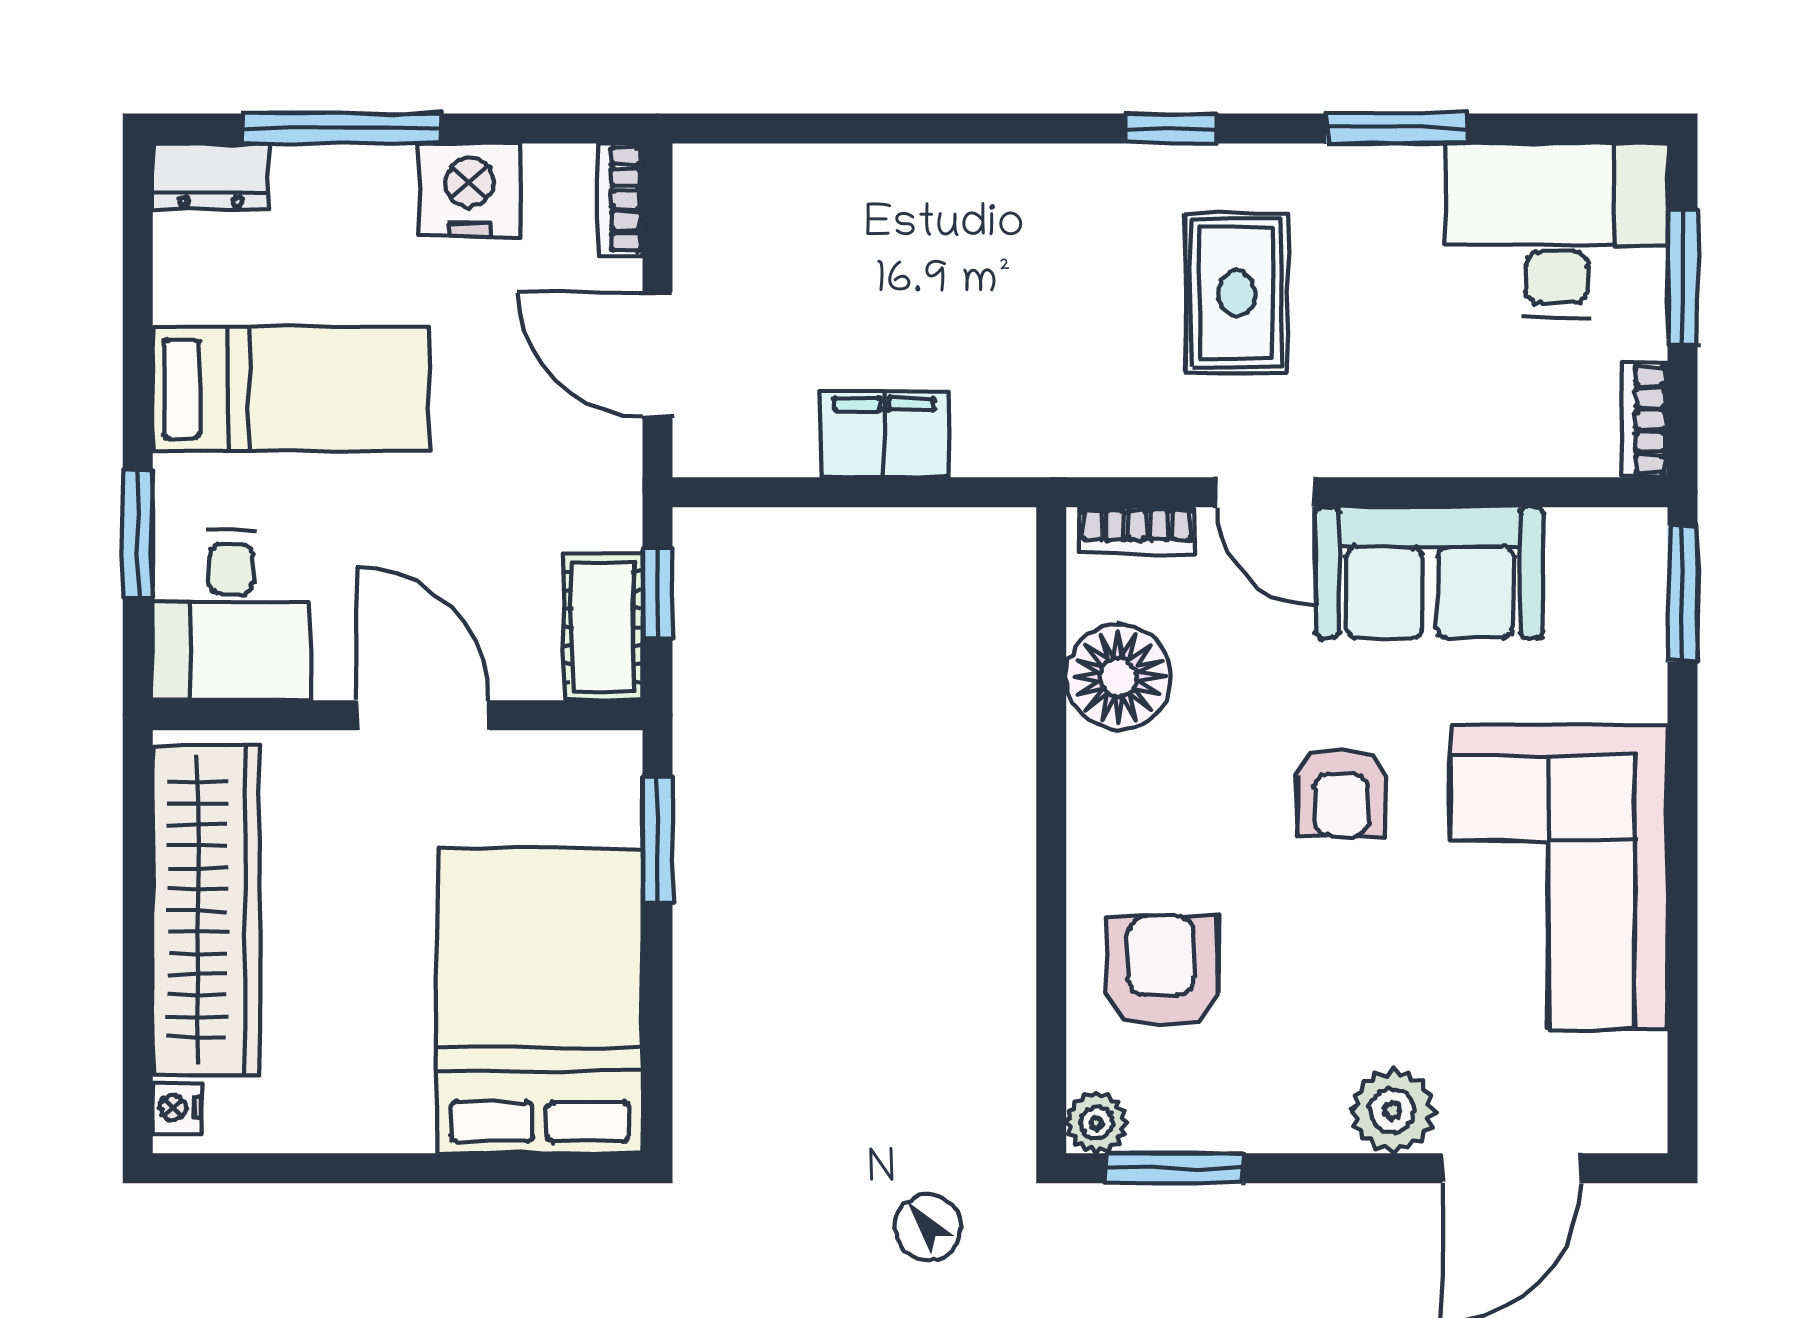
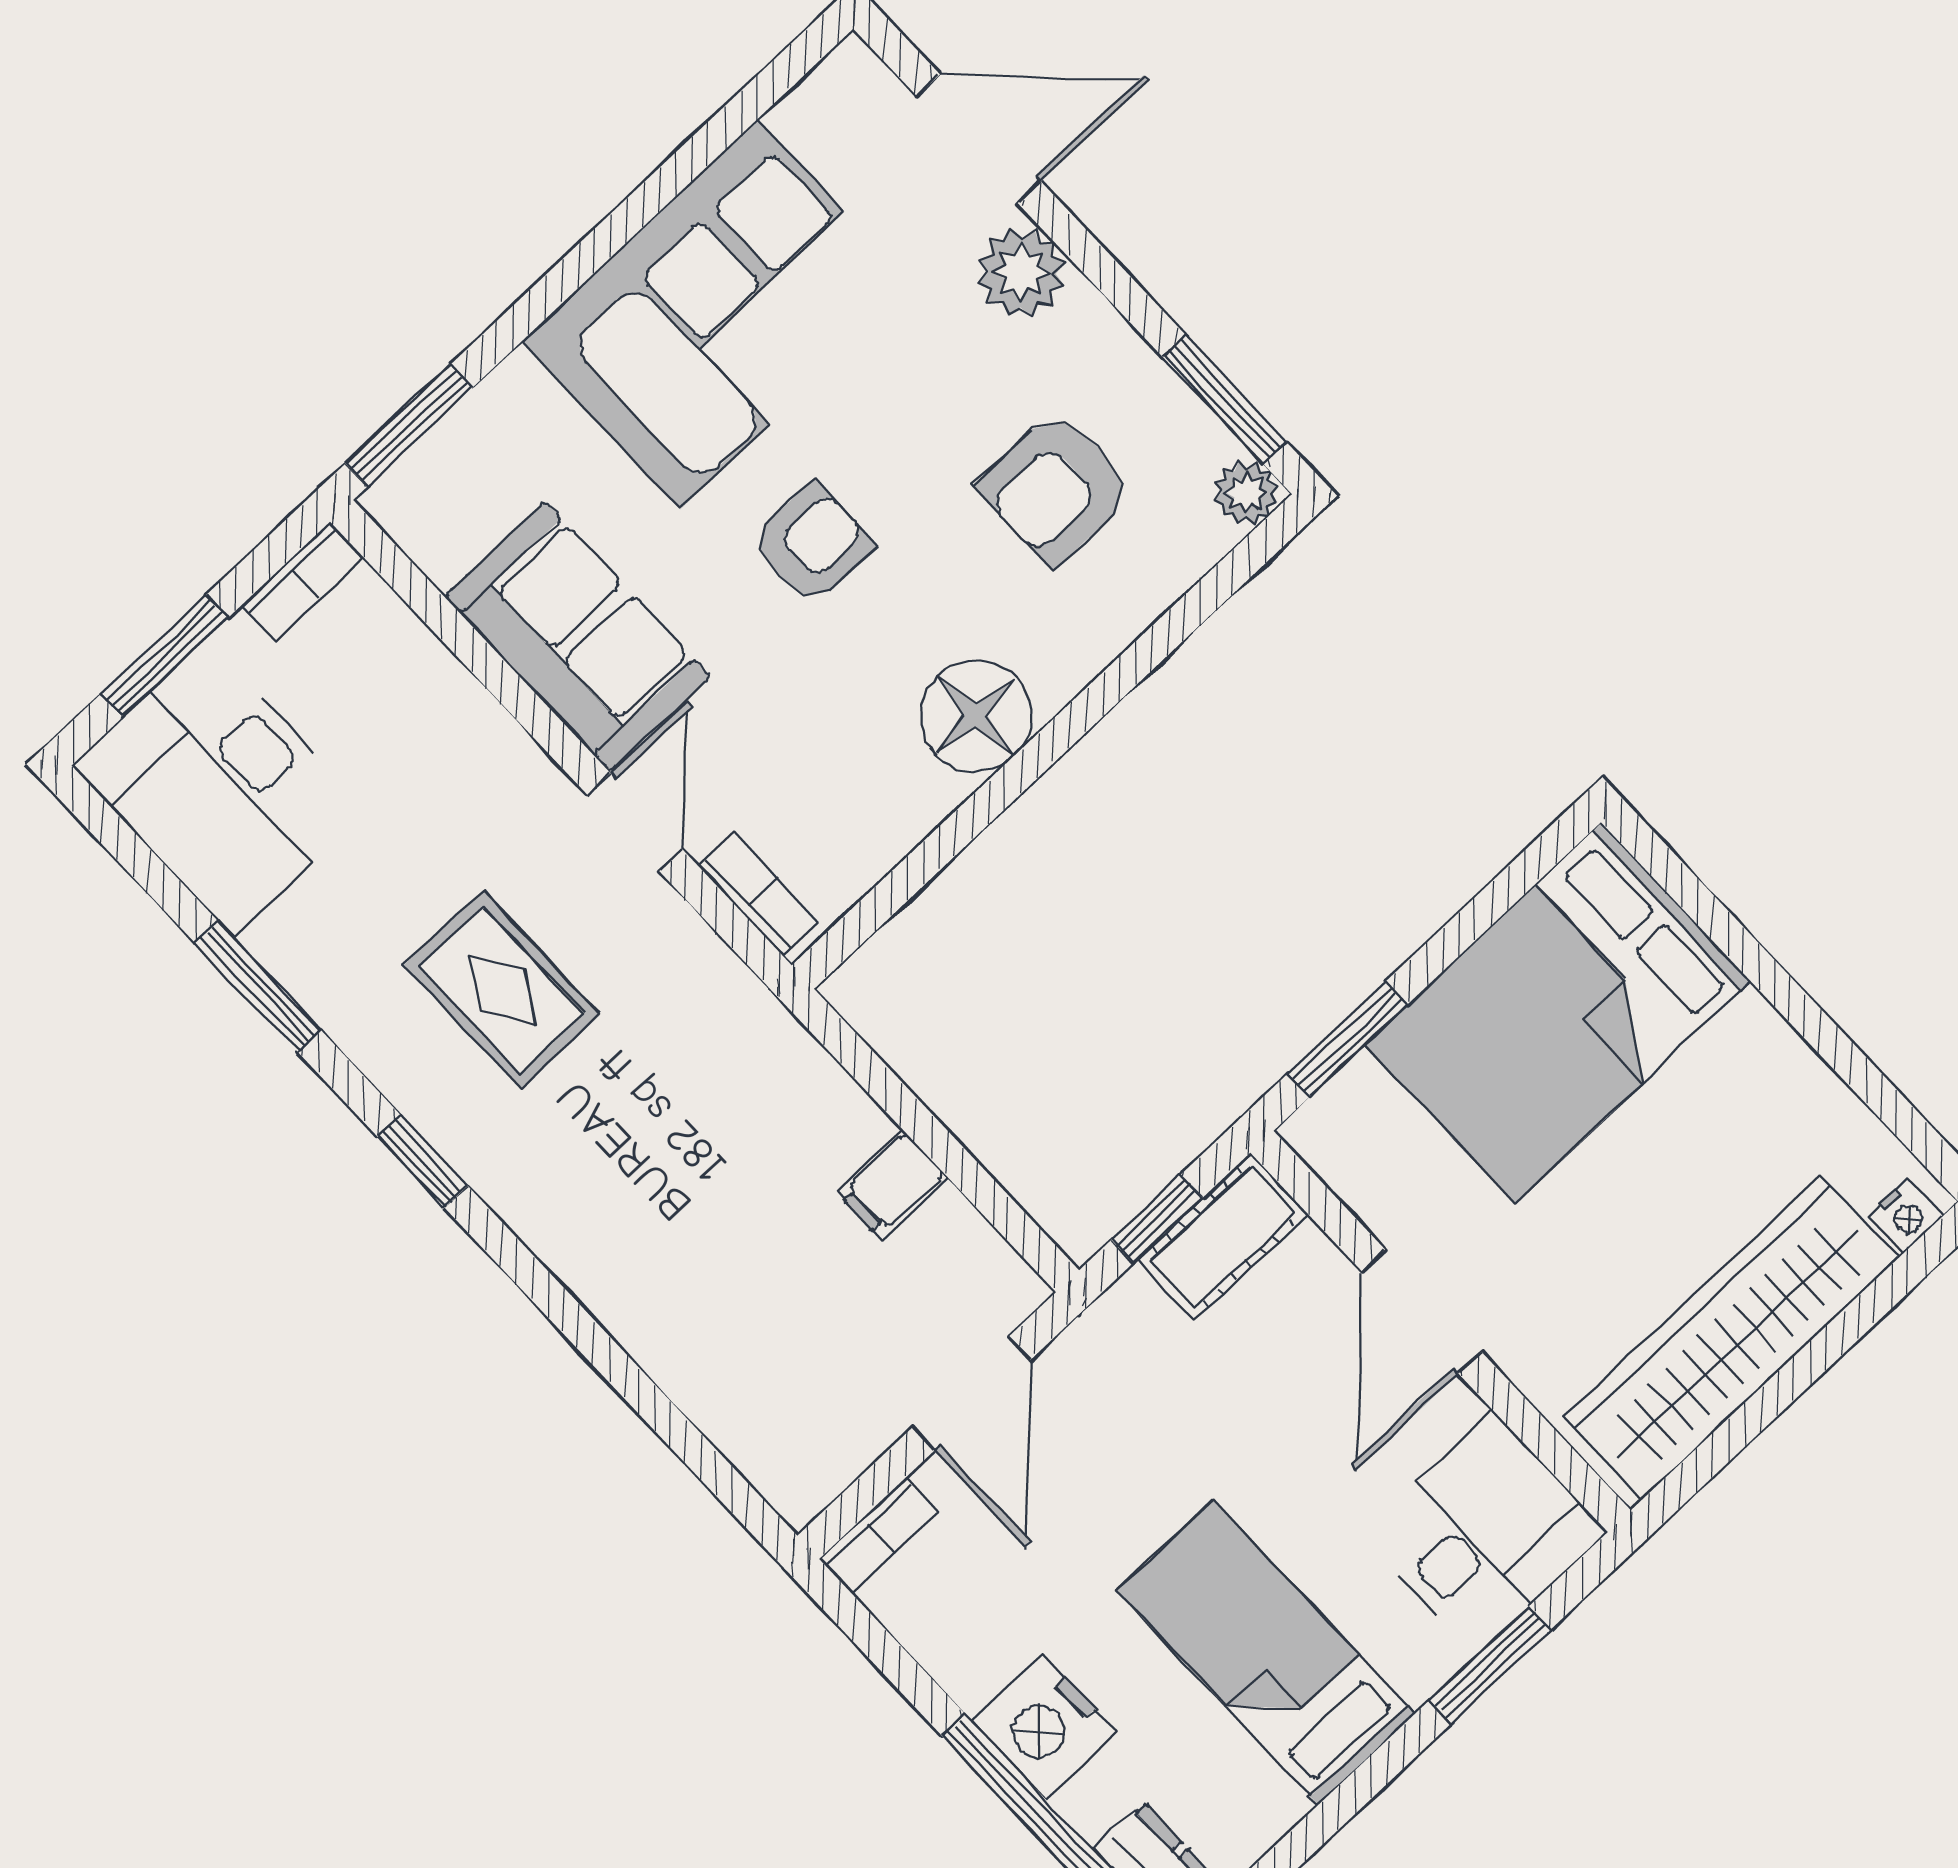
nightstand: (469, 190) -> (1044, 1726), moved
rug: (1236, 293) -> (502, 990), turned 90
filing cabinet: (884, 434) -> (892, 1184), width x0.50
floor lamp: (1118, 677) -> (976, 716), moved
armchair: (1162, 971) -> (1056, 488), moved

